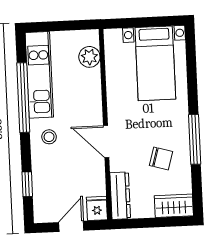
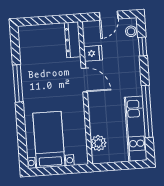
stool: (49, 137) -> (131, 31), moved
chair: (161, 158) -> (43, 68), removed
wardrobe: (174, 206) -> (32, 33), removed
fridge: (97, 208) -> (93, 53), moved, turned -90

